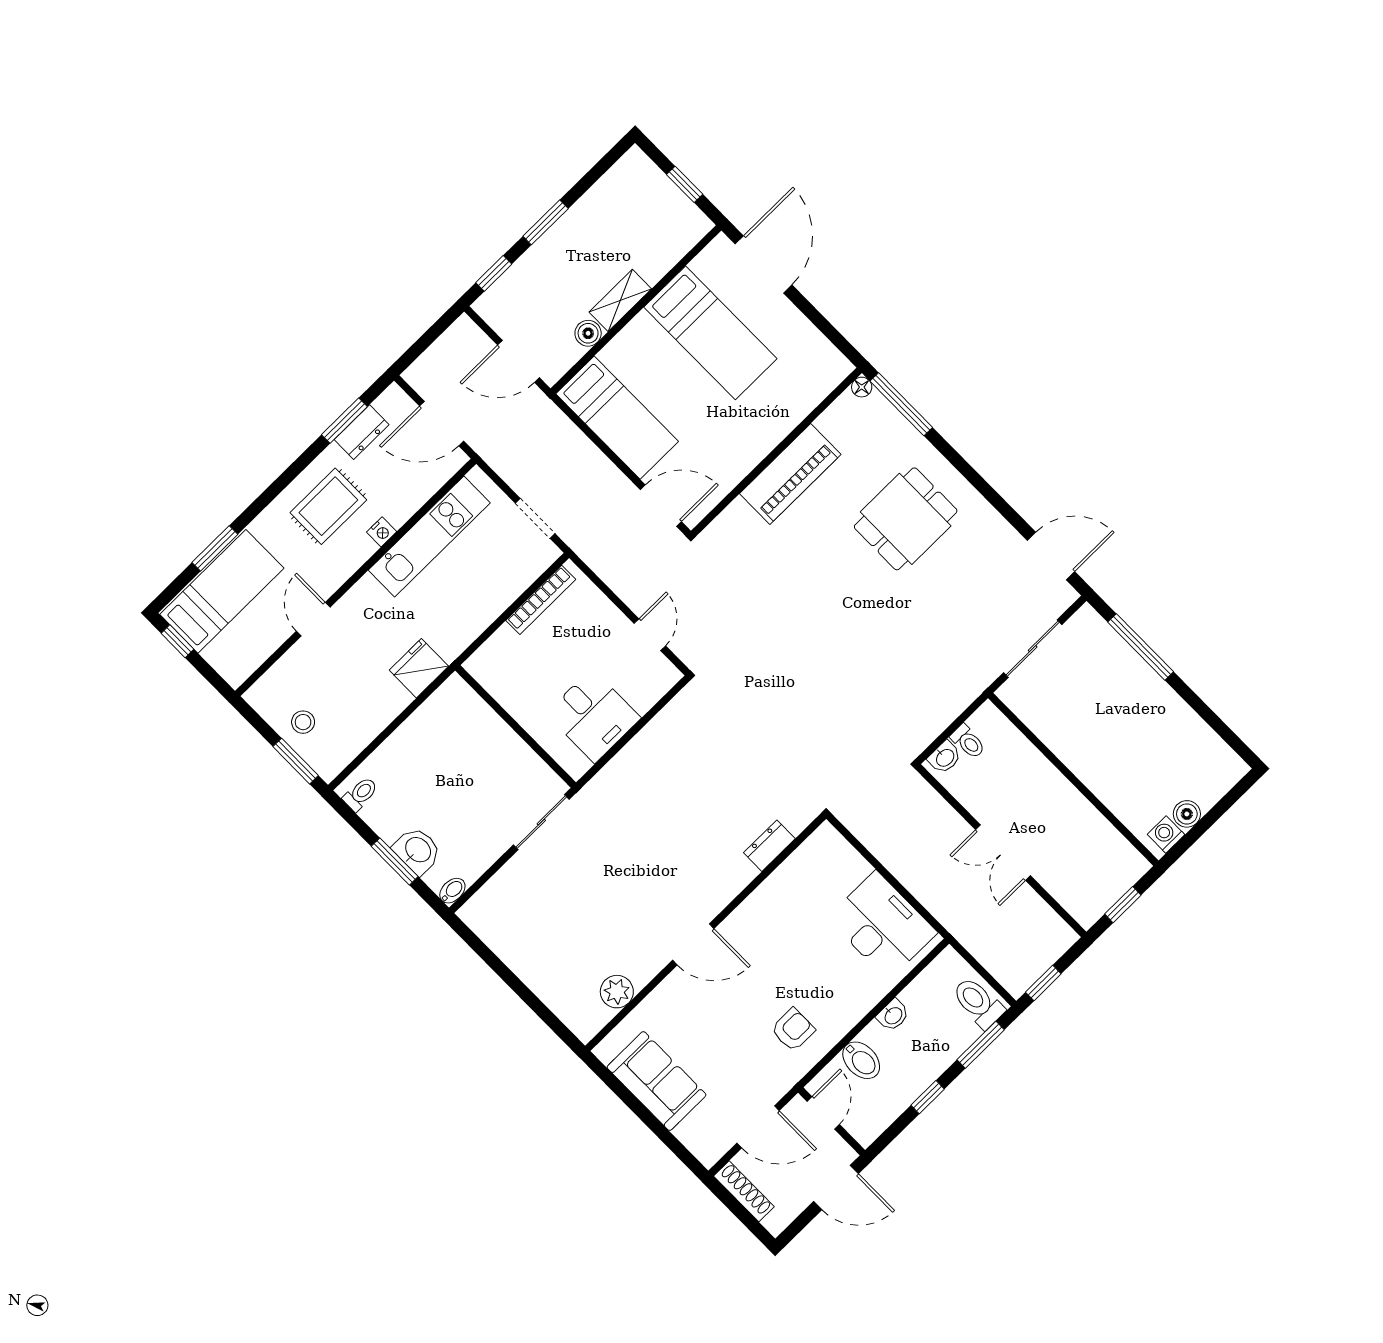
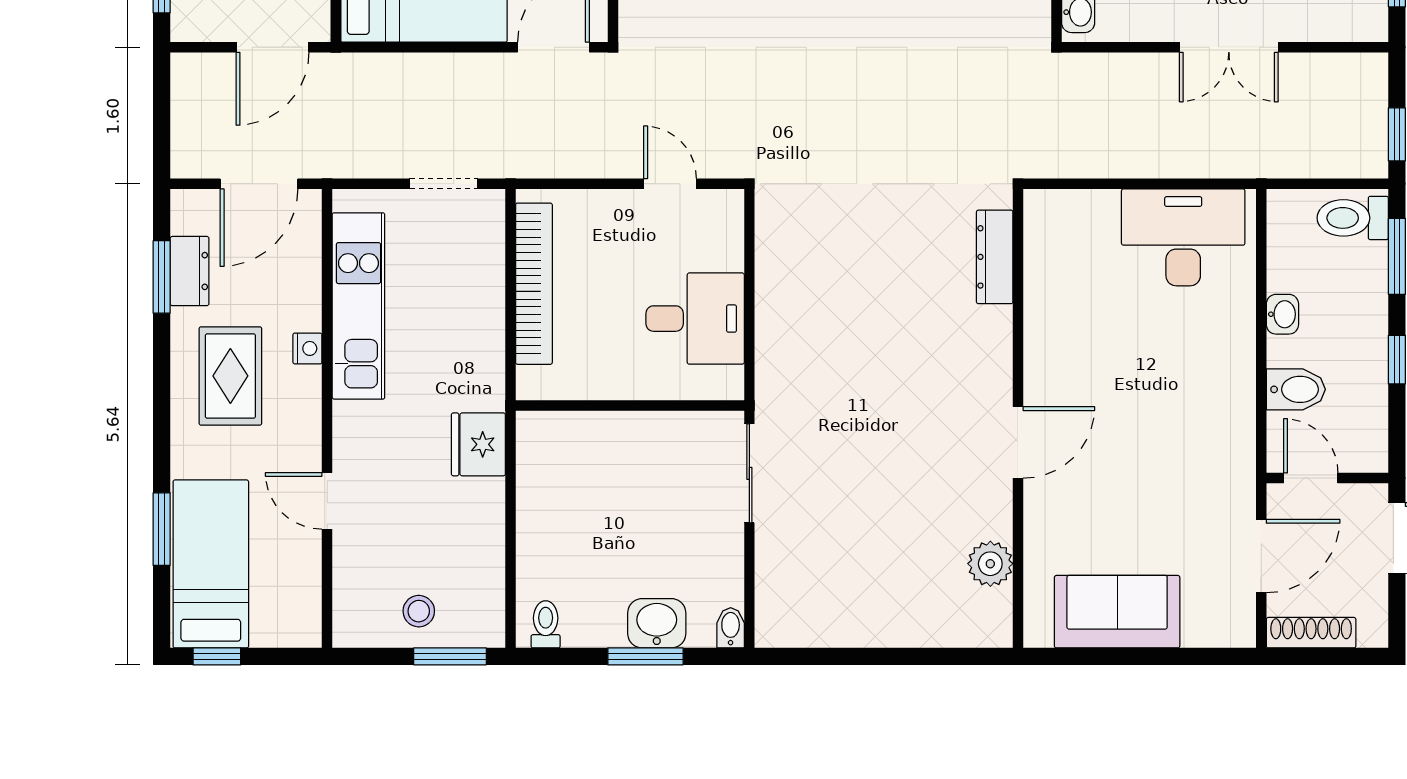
bookcase: (541, 600) -> (534, 284), width x1.48, depth x1.31
dresser: (769, 846) -> (995, 257), width x1.44
armchair: (793, 1030) -> (1199, 427), removed

